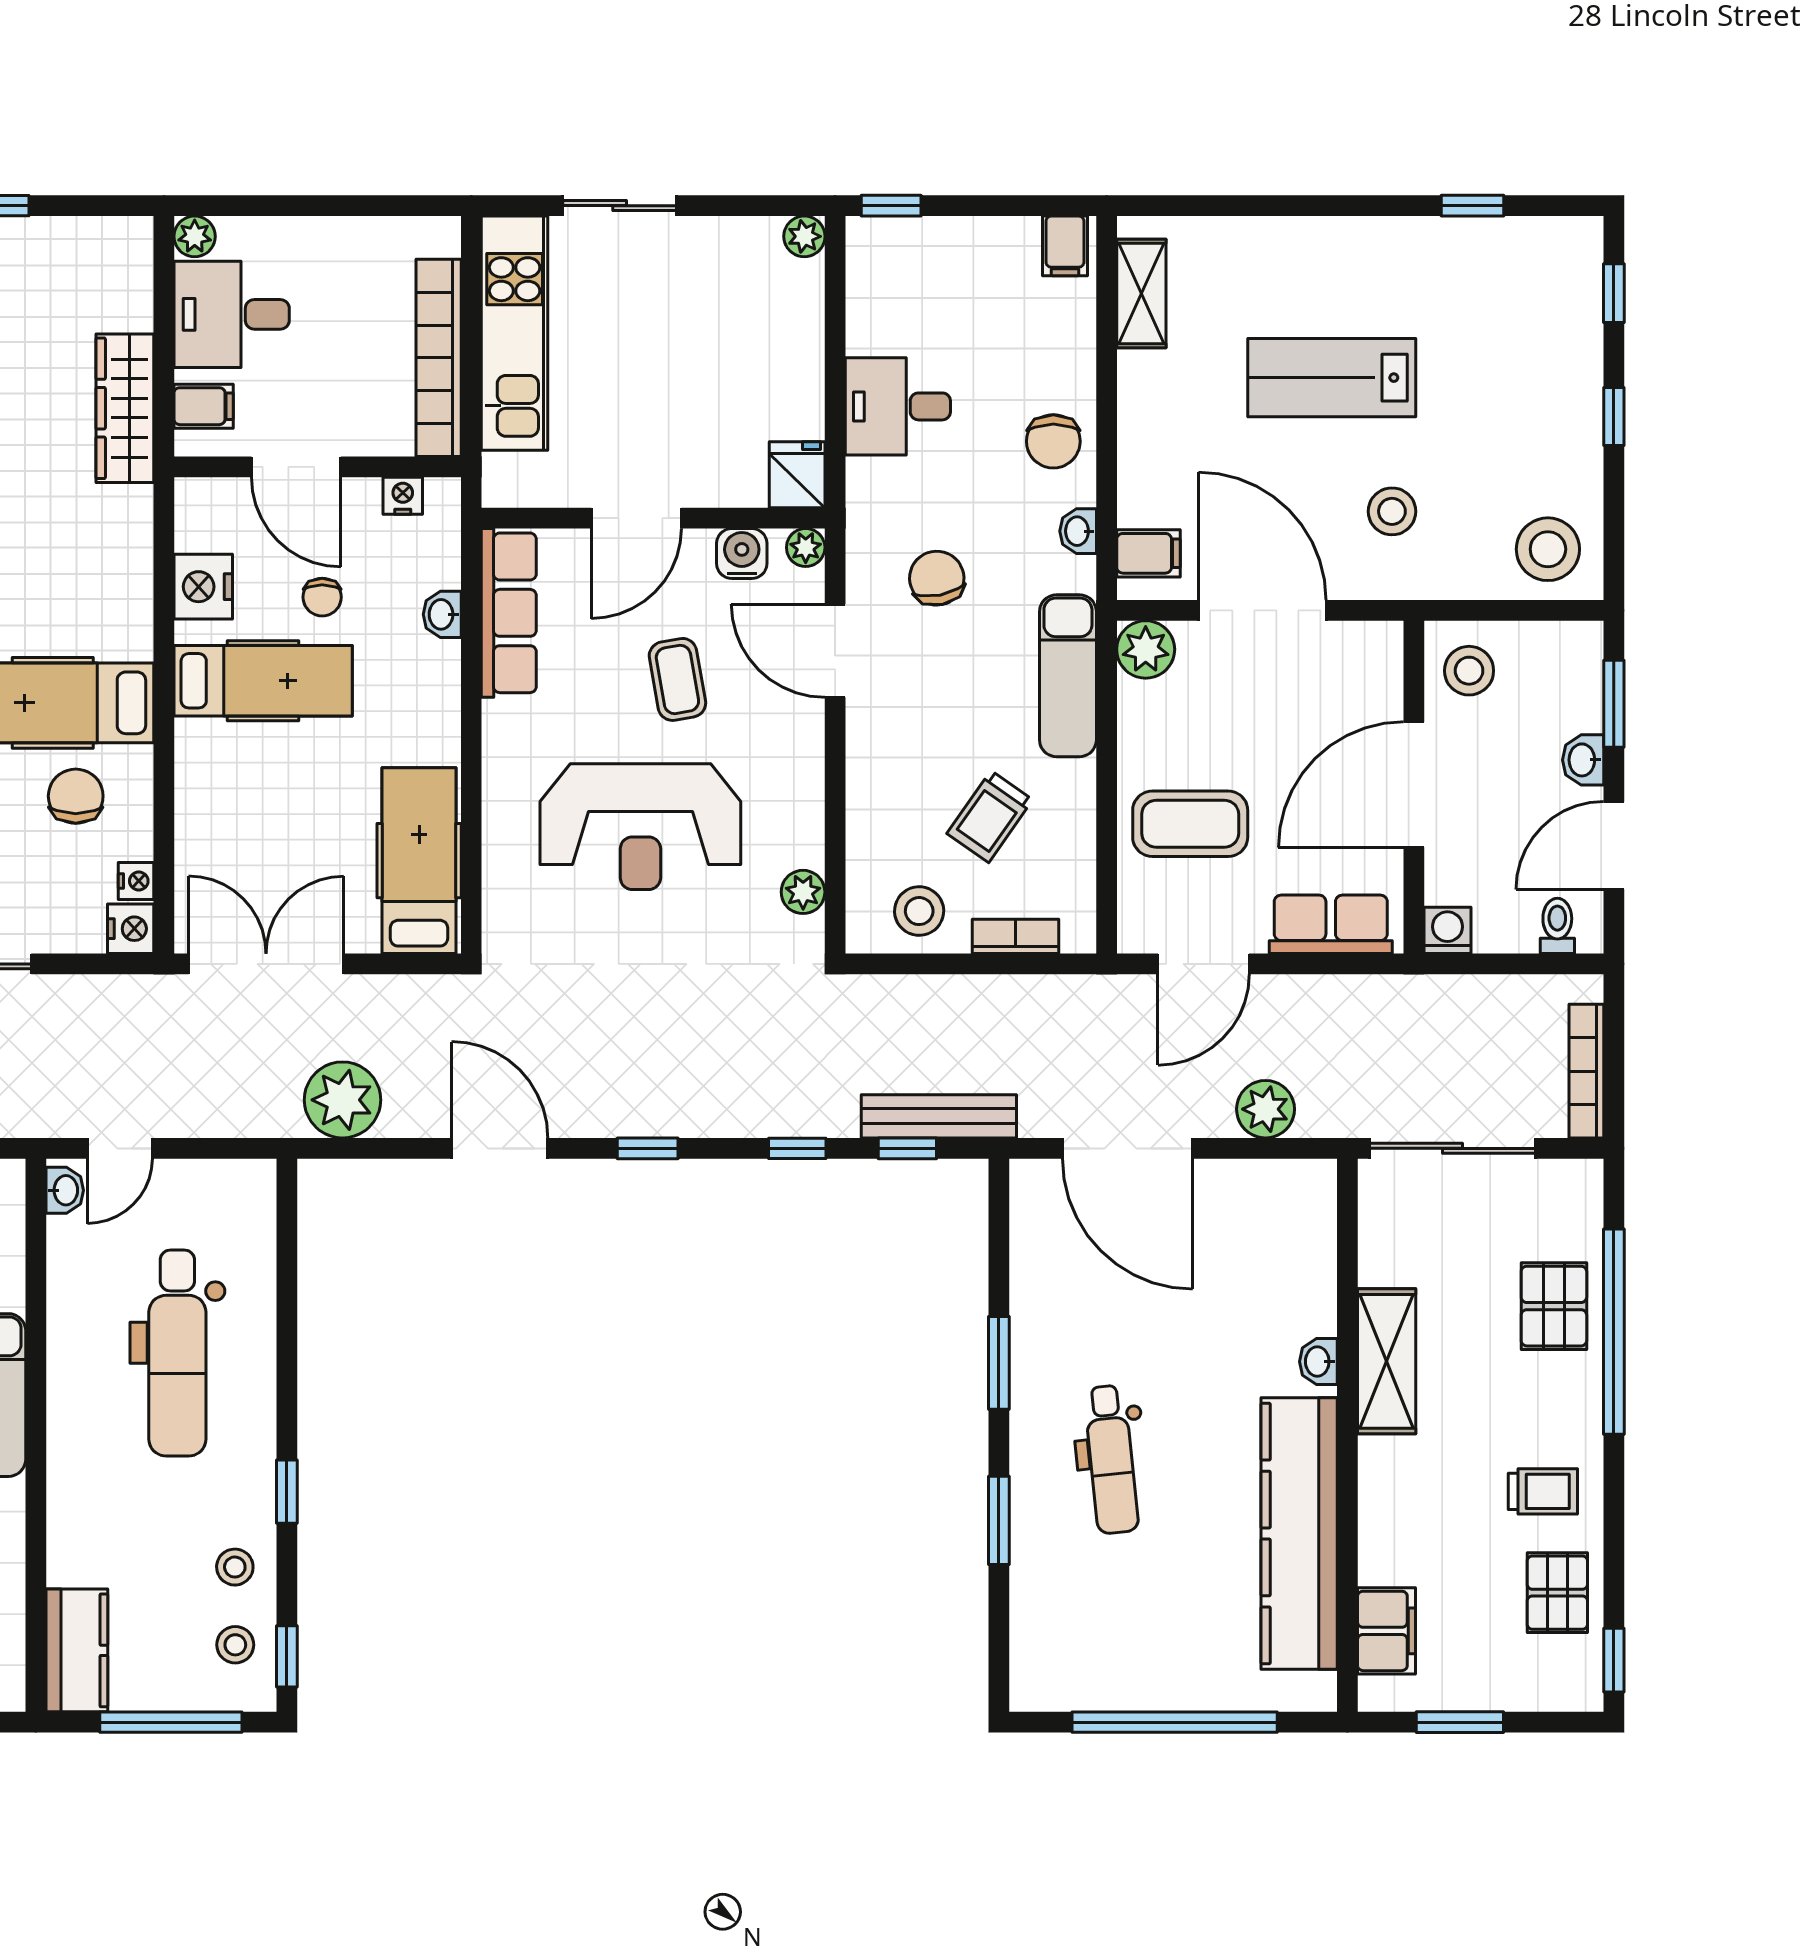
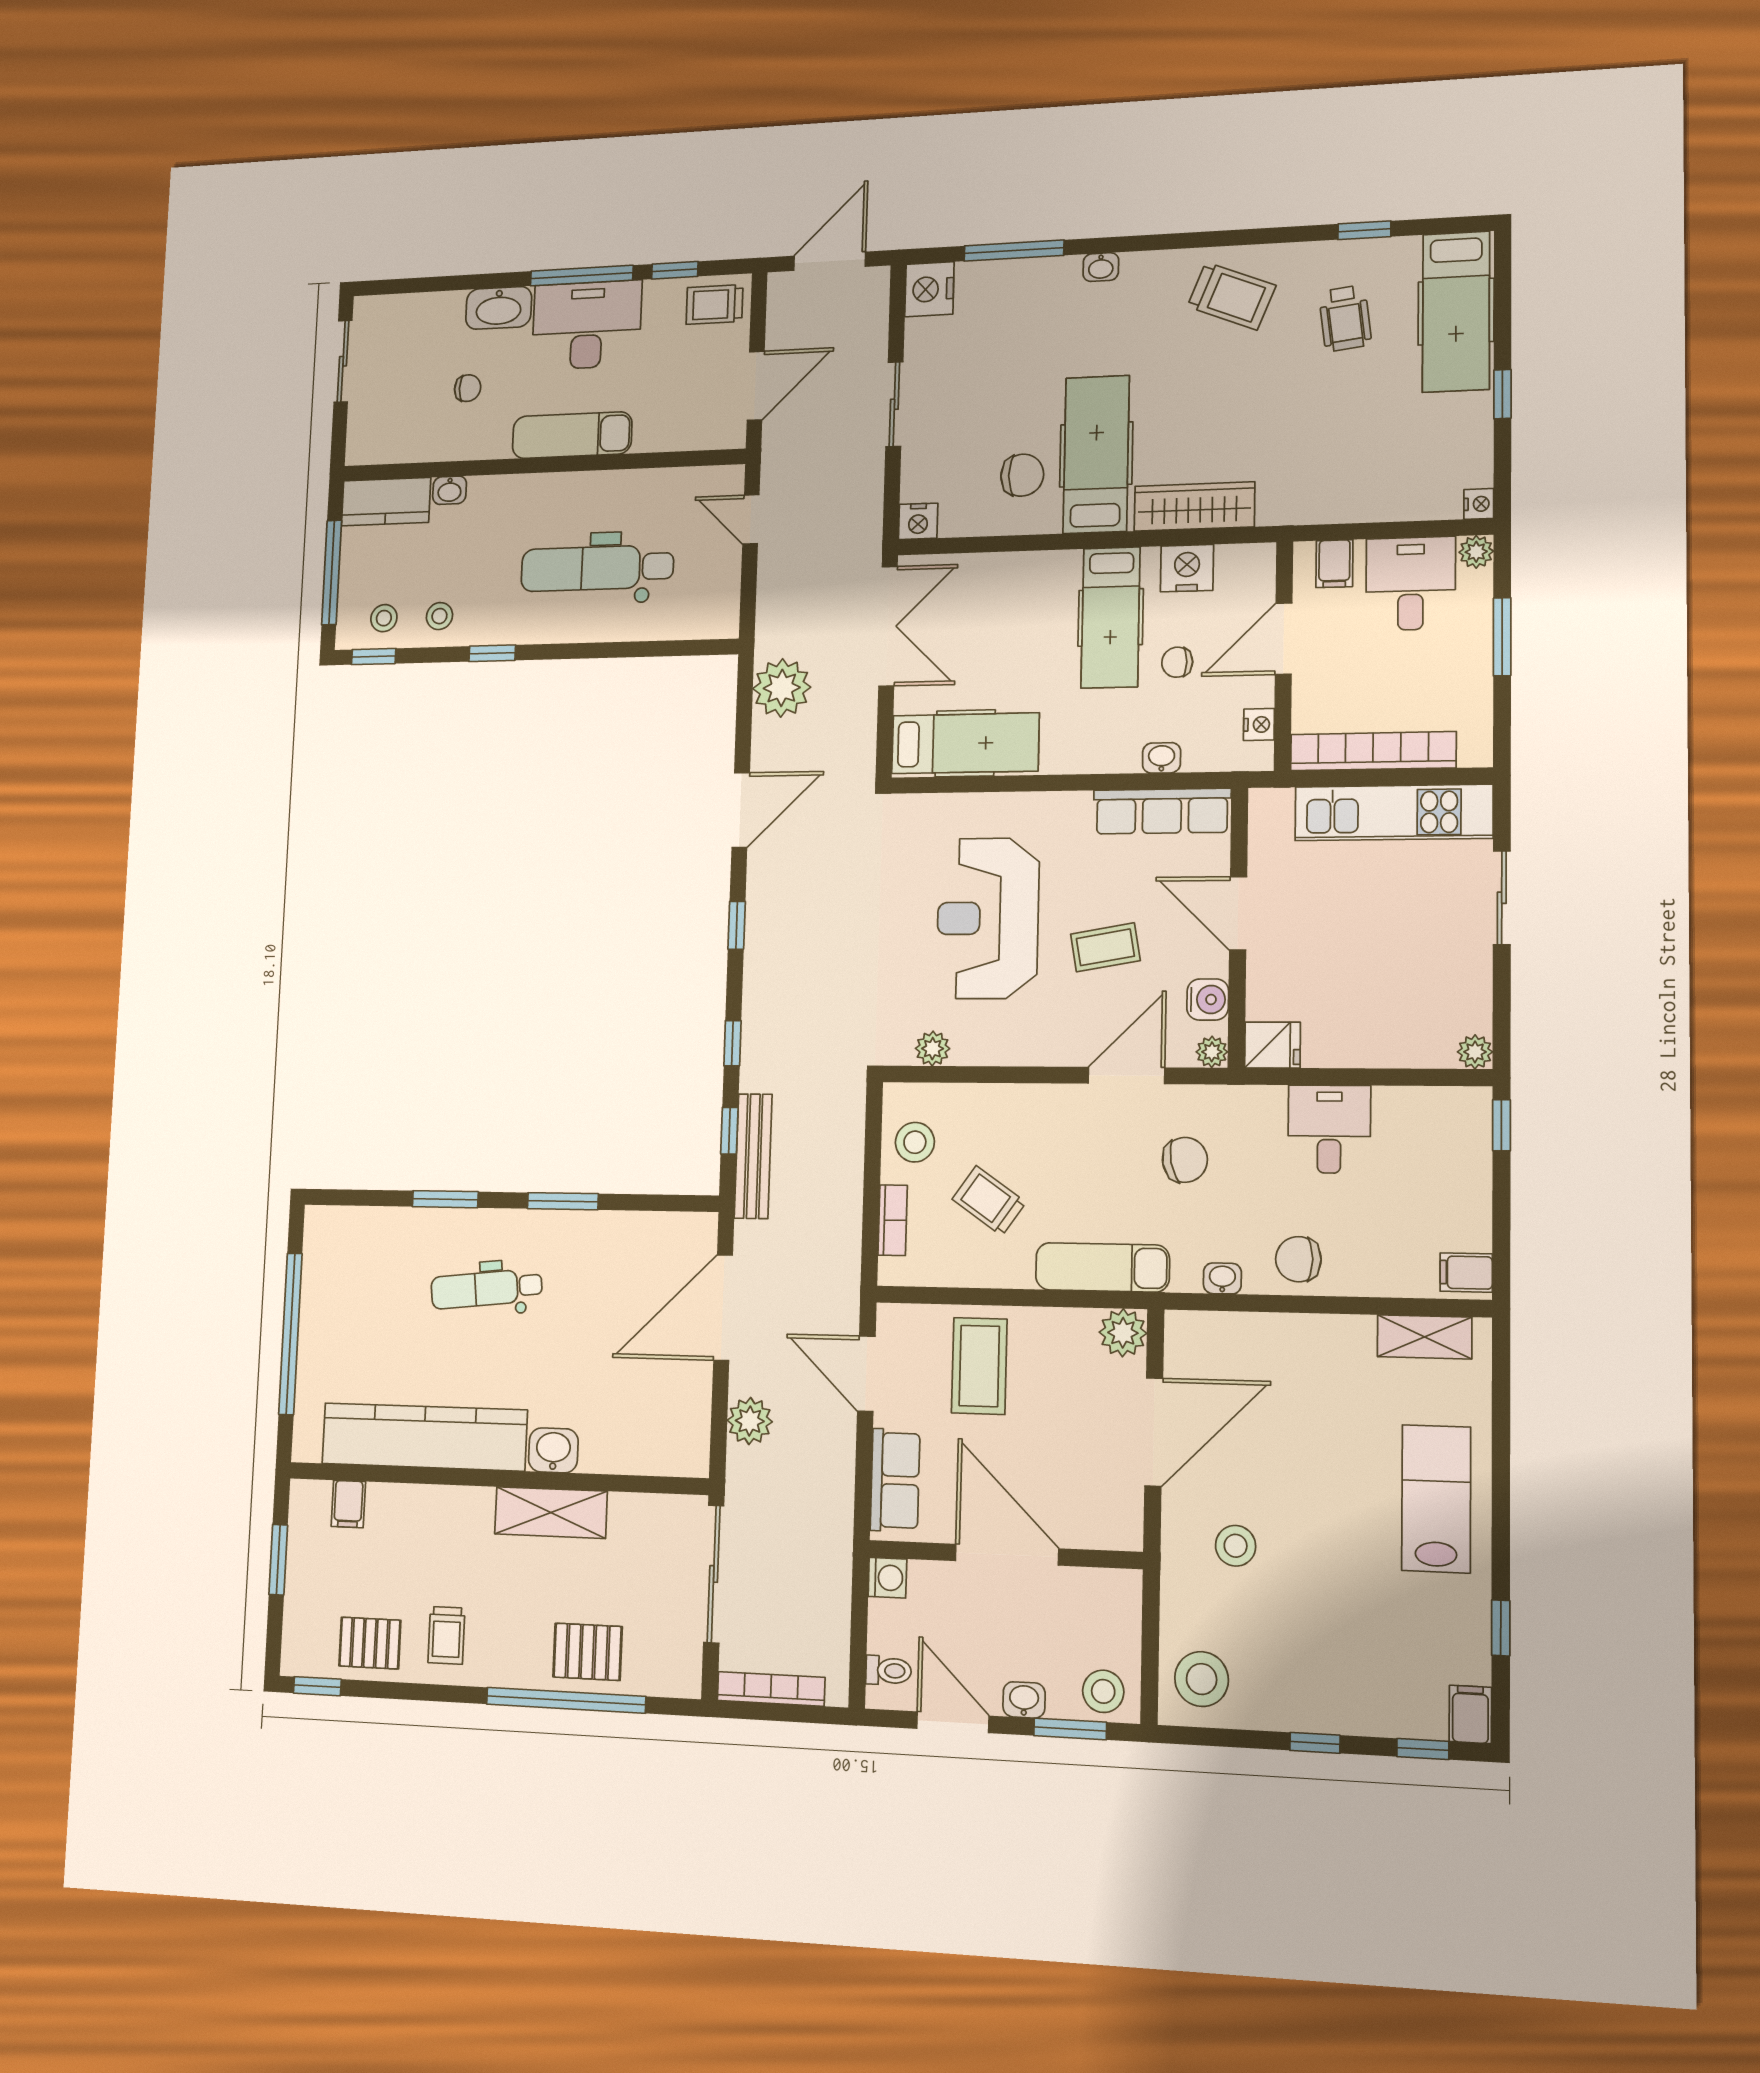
window: (301, 206) -> (1502, 637), added
lab bench: (1332, 378) -> (1436, 1499), moved
wardrobe: (125, 408) -> (1194, 506), moved
filing cabinet: (1149, 553) -> (1470, 1714), moved, turned 180
stool: (1469, 671) -> (1103, 1691), moved
nightstand: (136, 881) -> (1479, 504), moved, turned -90
washbasin: (65, 1190) -> (450, 490), moved
washbasin: (1318, 1362) -> (553, 1450), width x1.38, depth x1.45
filing cabinet: (1386, 1631) -> (348, 1504), width x0.50

